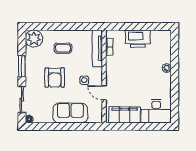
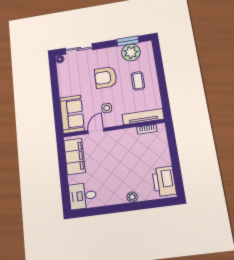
plant: (34, 39) -> (131, 52), moved
printer: (138, 39) -> (164, 181), moved
window: (22, 66) -> (128, 41), moved
desk: (156, 111) -> (83, 196), width x0.73
sofa: (70, 113) -> (72, 114), moved

